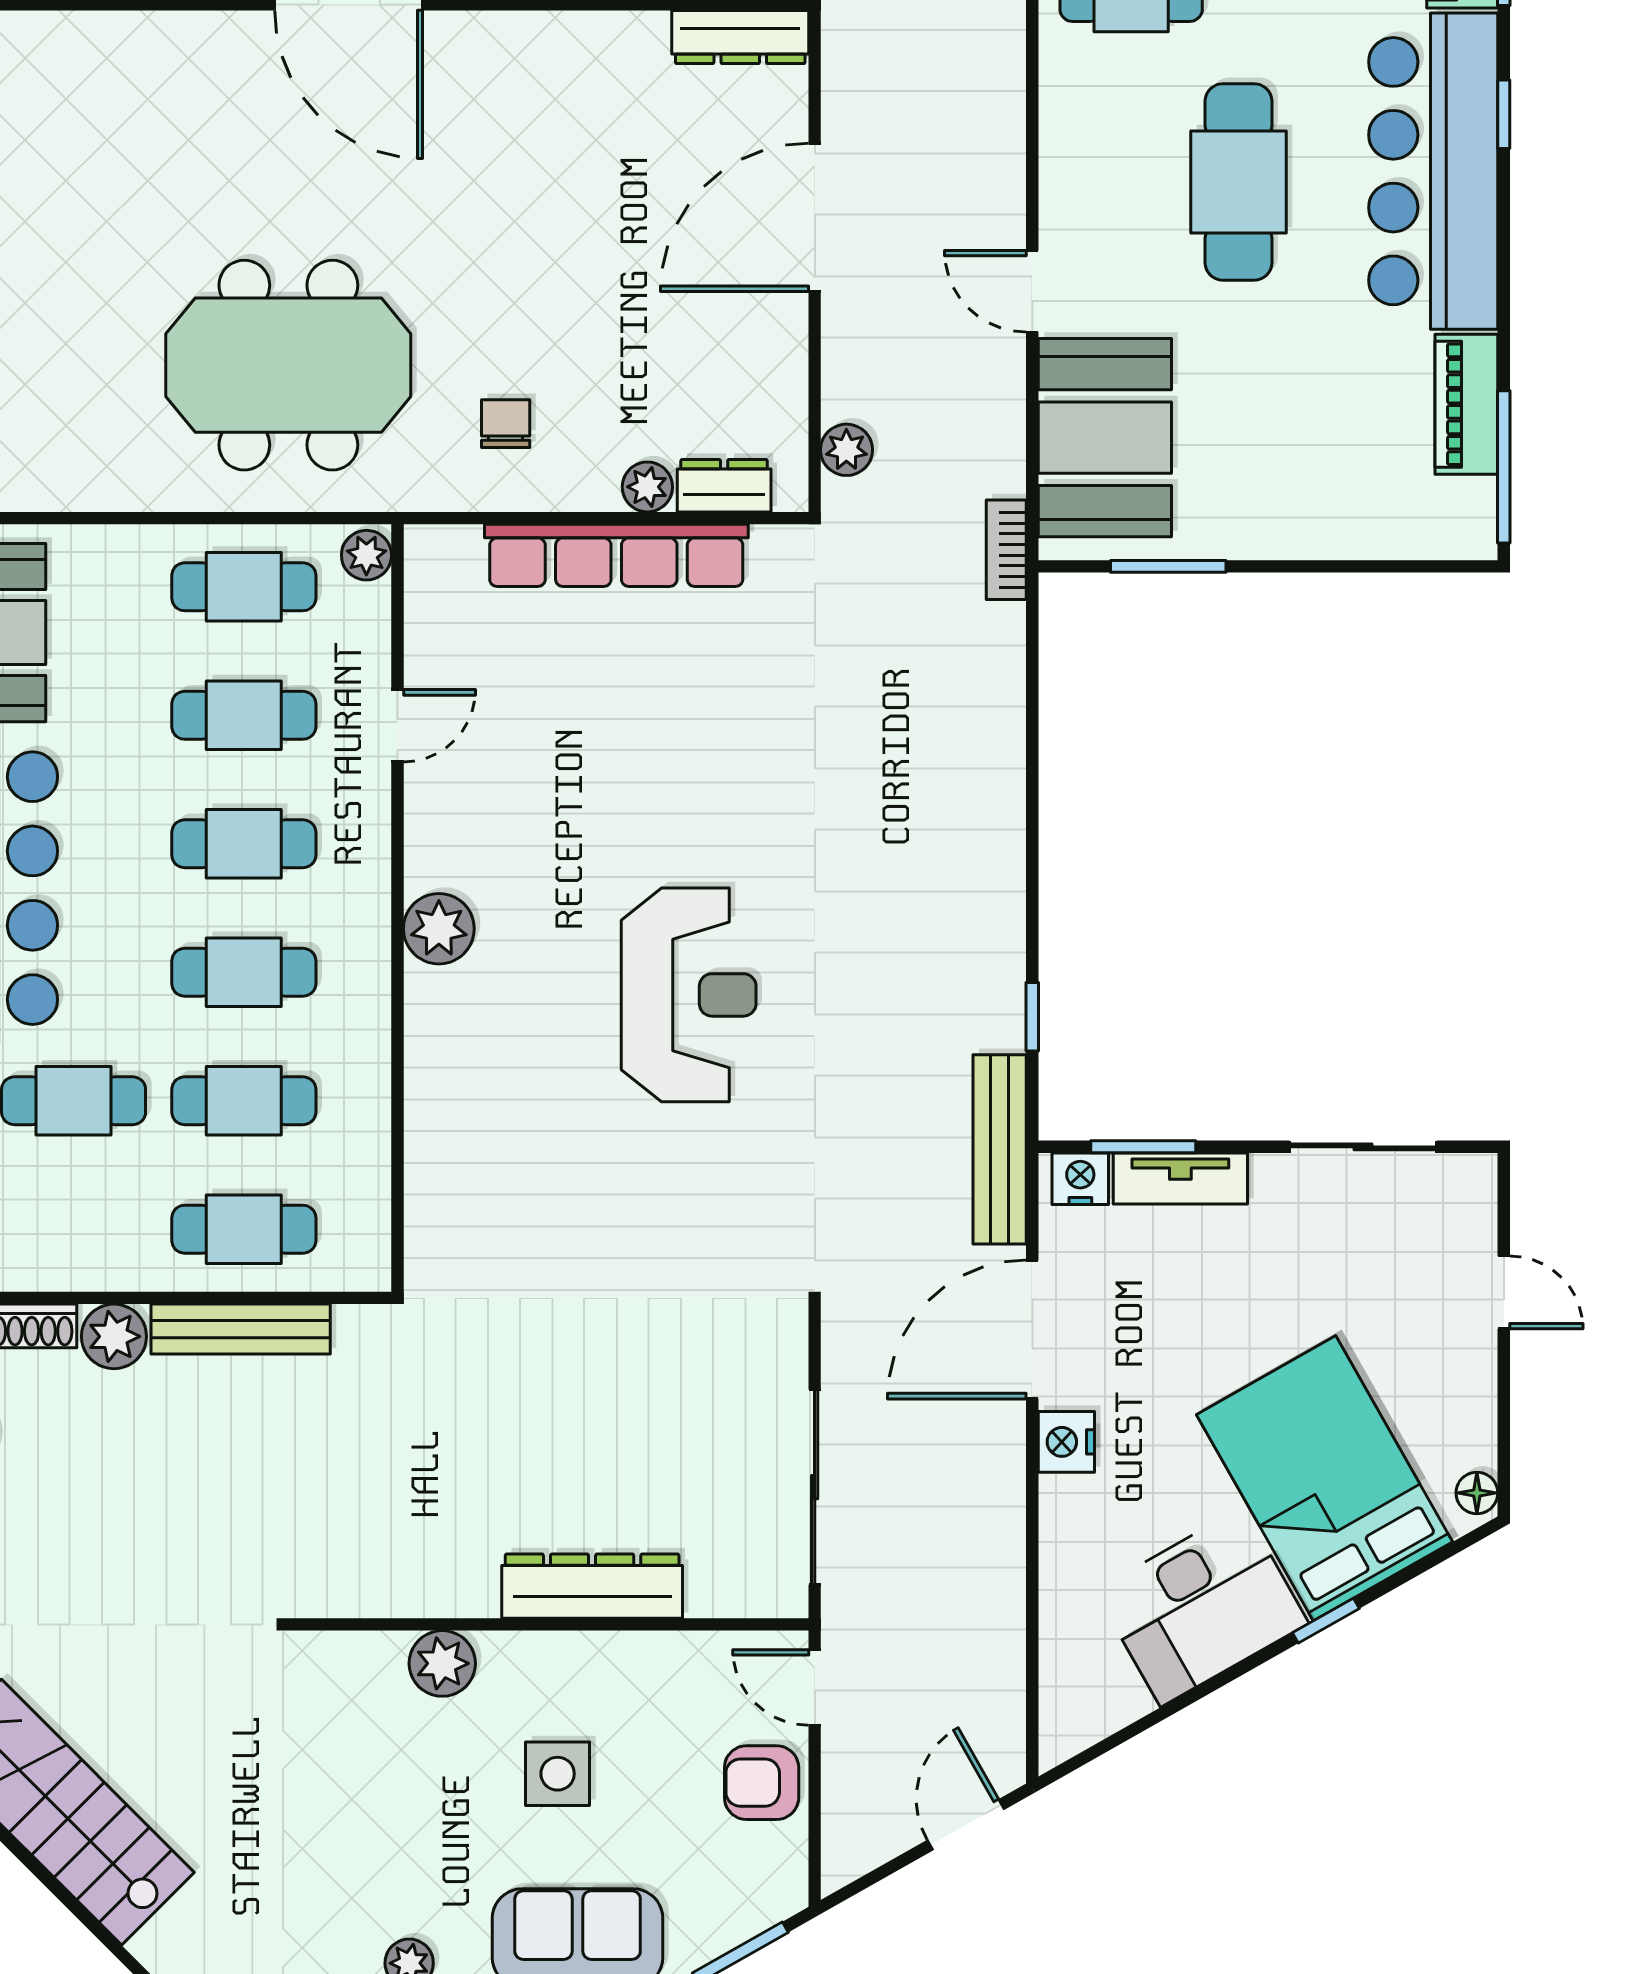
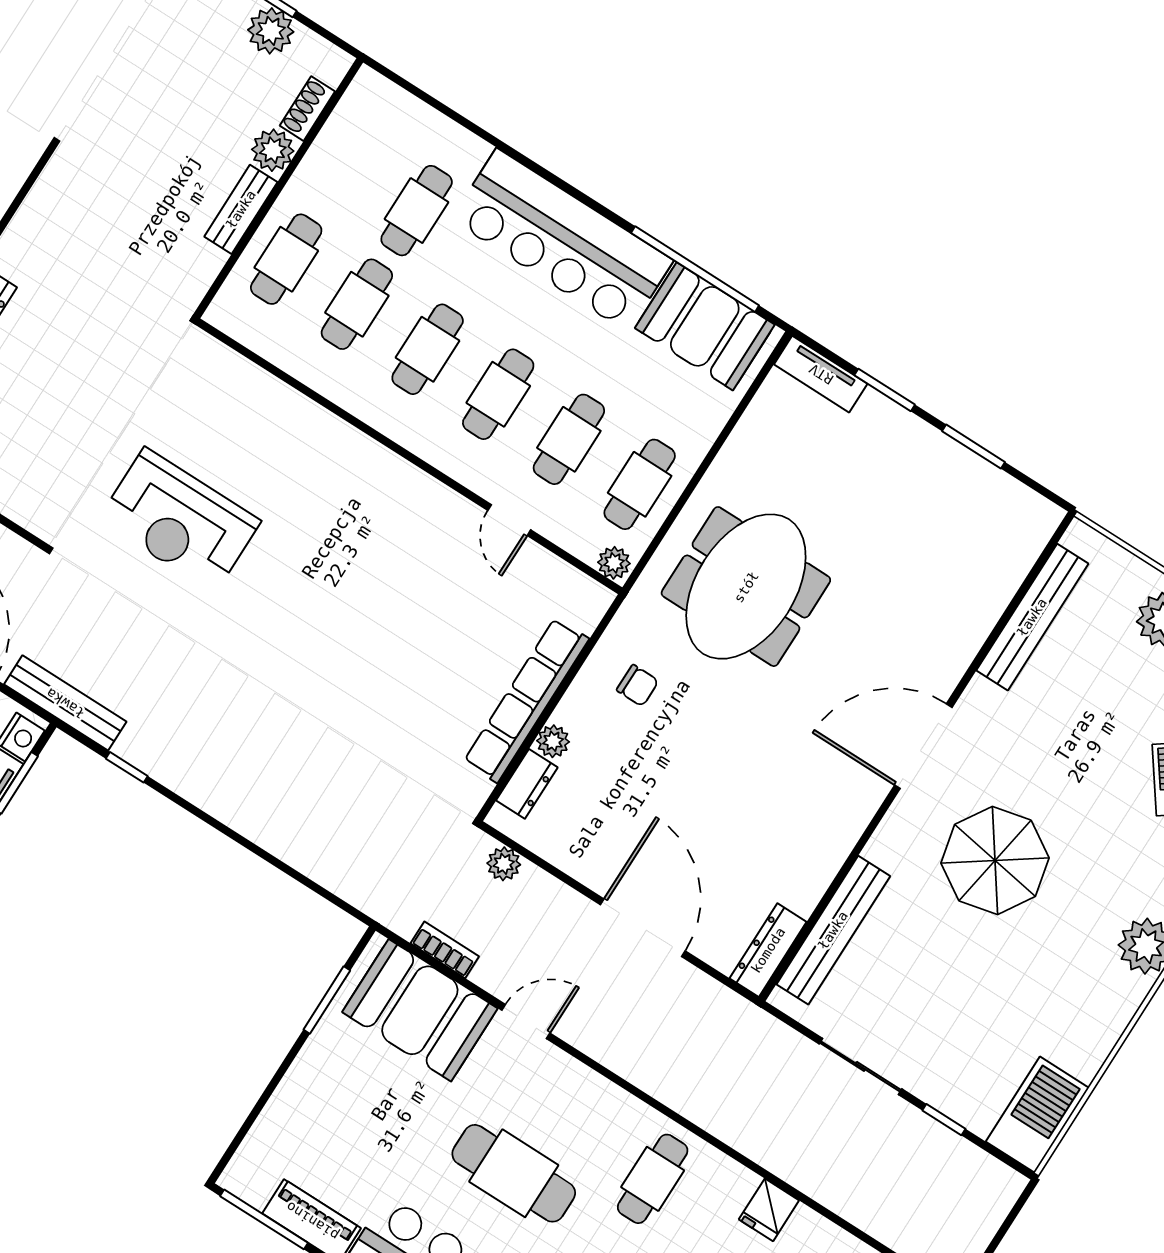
bookcase: (1006, 550) -> (445, 950), moved
plant: (439, 929) -> (383, 472), removed
reception desk: (689, 995) -> (180, 520), moved
bench: (241, 1329) -> (241, 209), width x0.73

